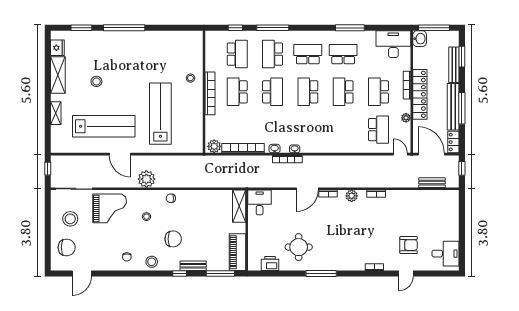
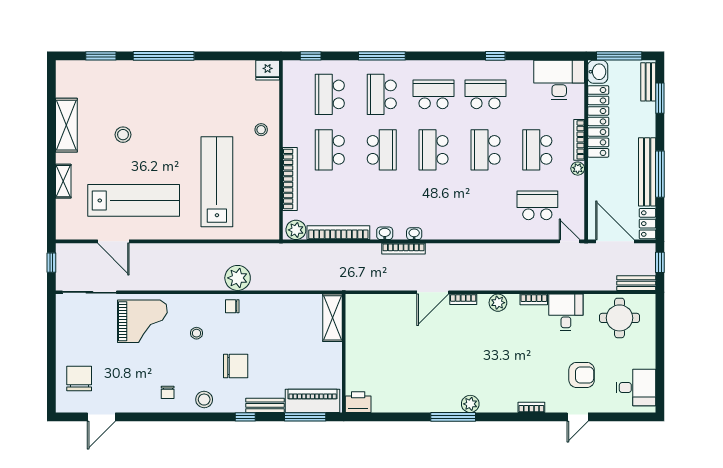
window: (235, 28) -> (311, 56), moved
window: (350, 28) -> (495, 56), width x0.46
fridge: (57, 48) -> (268, 70), moved, turned 90
school desk: (237, 54) -> (330, 94), turned 180
bench: (454, 65) -> (648, 82), moved, width x0.73
bookcase: (210, 93) -> (290, 179), moved
locker: (420, 94) -> (598, 121), moved
plant: (406, 118) -> (578, 169), moved
school desk: (378, 130) -> (537, 205), turned -90
door: (120, 154) -> (113, 241), moved
plant: (146, 179) -> (238, 278), moved
bench: (432, 183) -> (636, 283), moved
desk: (260, 202) -> (566, 312), moved
stool: (70, 219) -> (84, 336), removed
chair: (67, 247) -> (79, 379), turned -90
round table: (299, 247) -> (619, 318), moved
piano: (238, 252) -> (313, 401), moved, turned 90
printer: (270, 264) -> (358, 402), moved
plant: (333, 265) -> (470, 404), added

